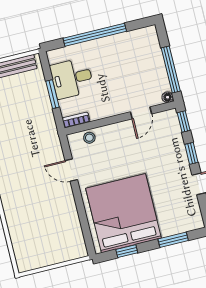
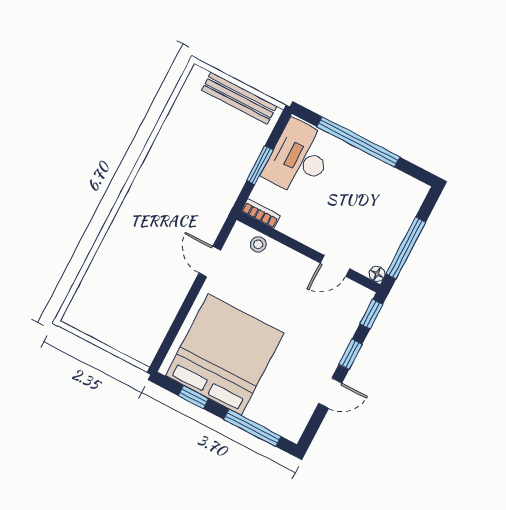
desk: (72, 78) -> (299, 158), width x1.37
window: (173, 240) -> (252, 428), width x1.44

